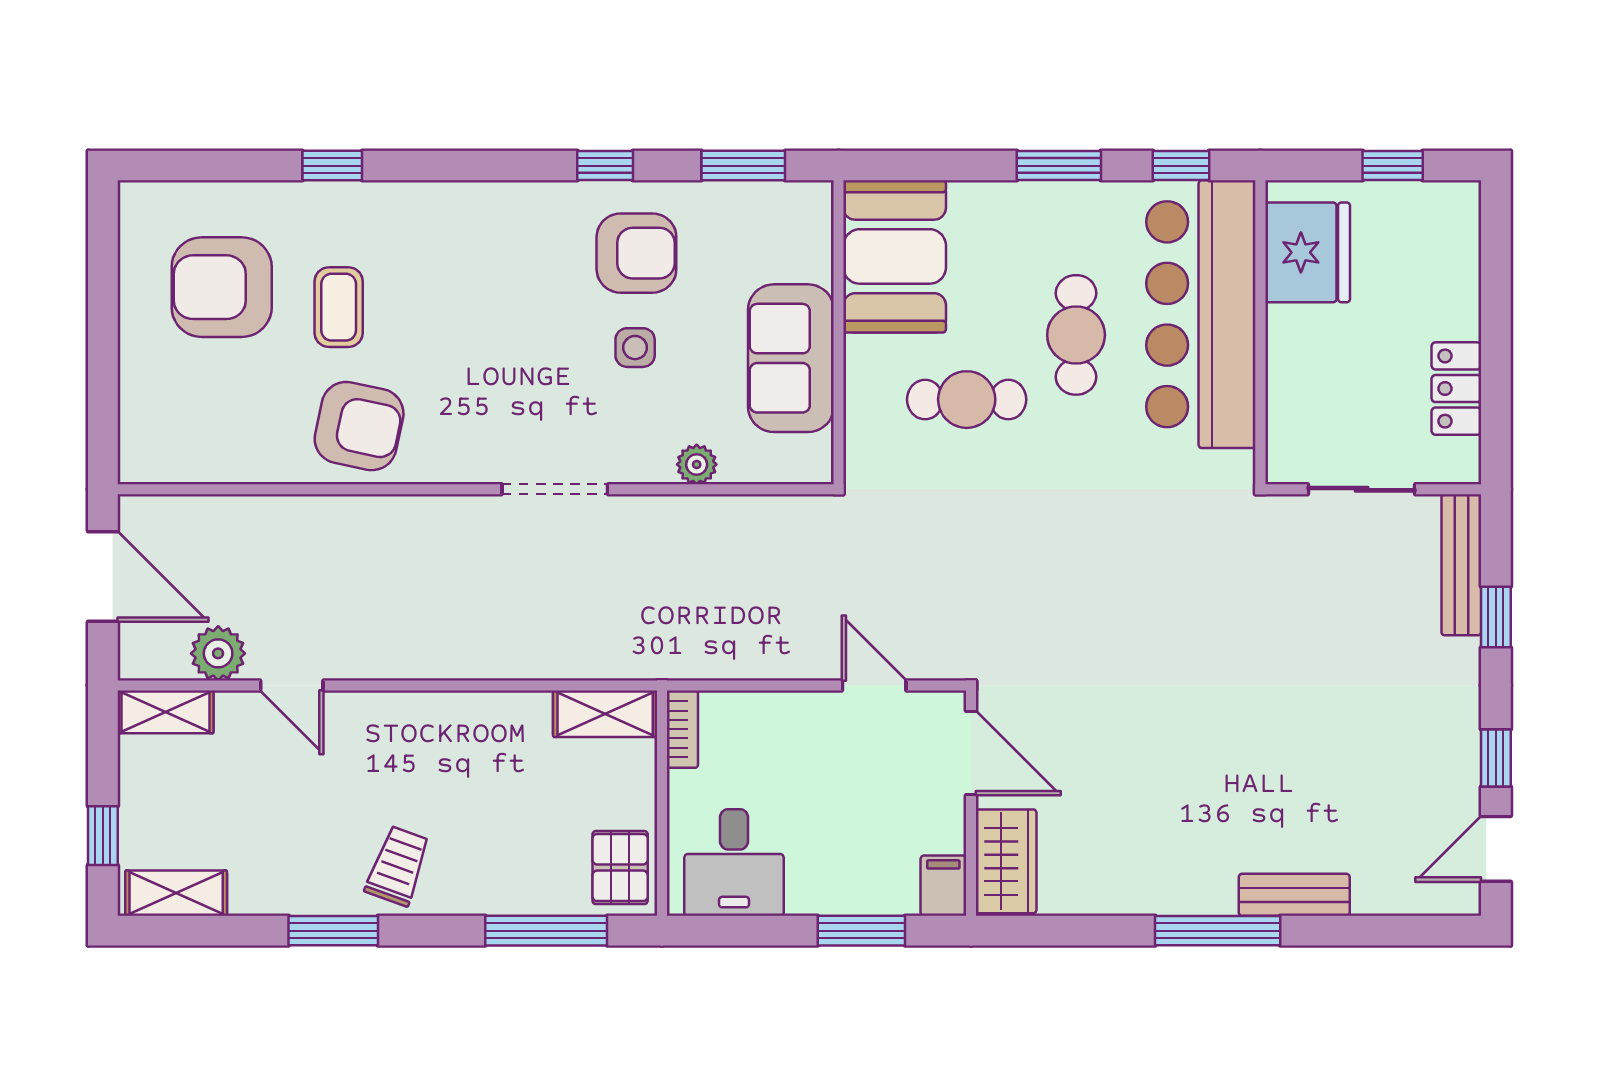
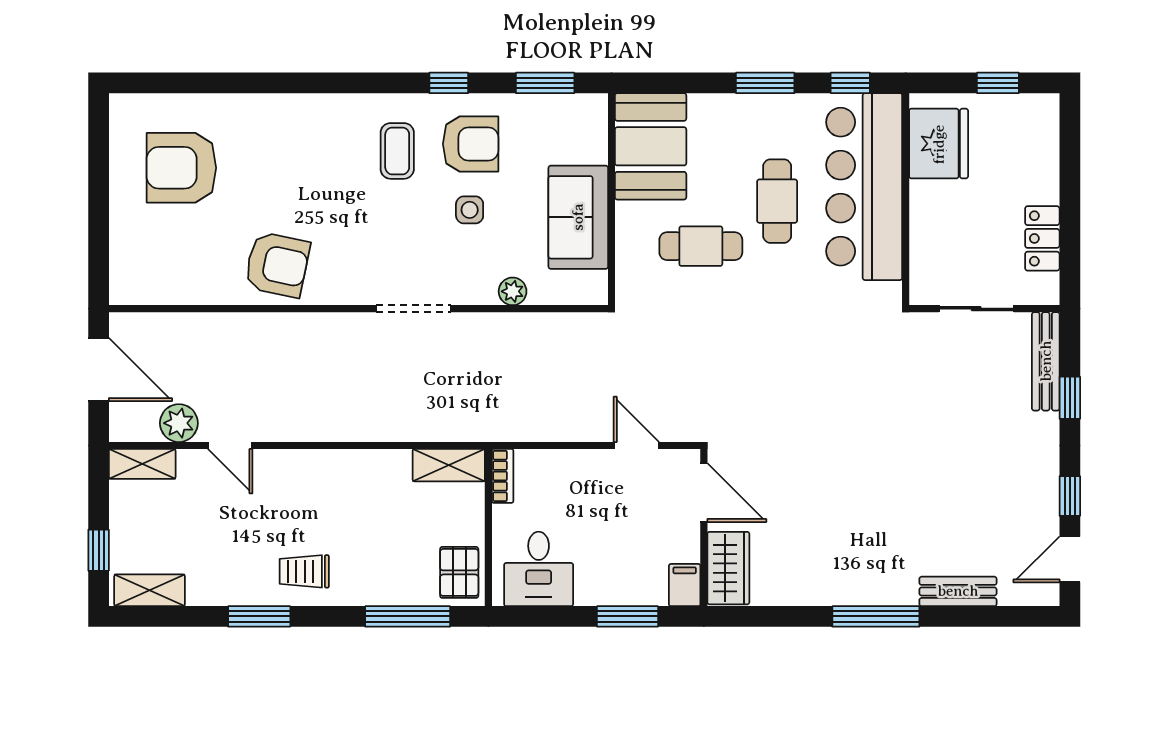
window: (332, 166) -> (259, 83), removed
coffee table: (339, 307) -> (397, 151), moved
trolley: (398, 866) -> (304, 571), turned -110
bench: (1294, 895) -> (958, 591), moved

